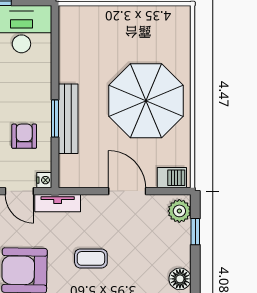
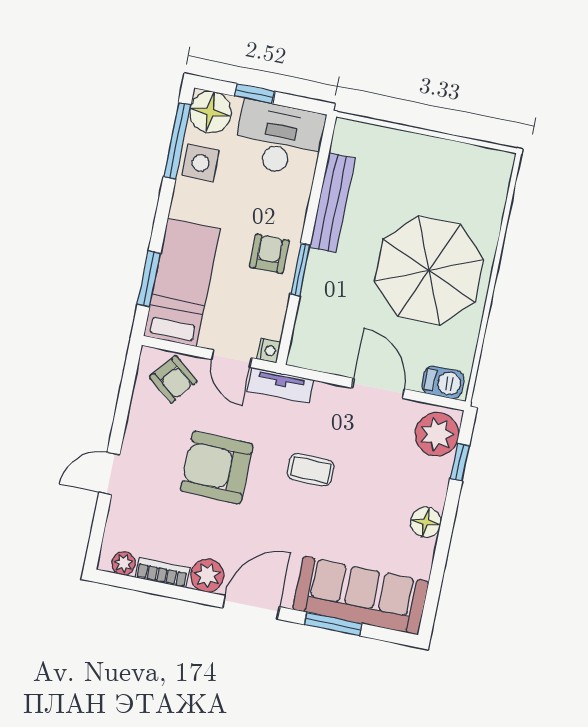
bench: (68, 119) -> (332, 203), moved
armchair: (24, 136) -> (269, 254), moved
plant: (179, 211) -> (437, 434), width x1.36, depth x1.36

